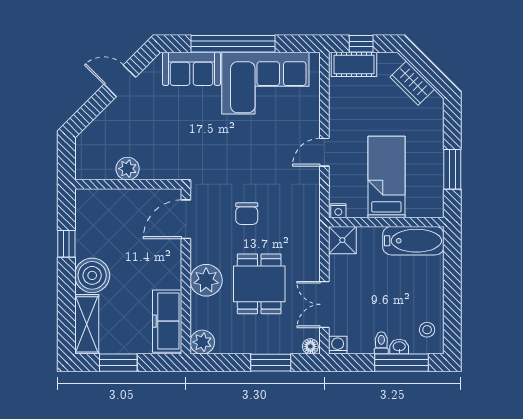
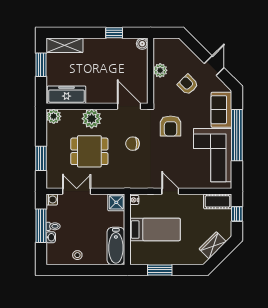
cot: (354, 64) -> (218, 201), moved, turned 90
armchair: (151, 124) -> (188, 85), added
armchair: (218, 152) -> (171, 126), added
boiler: (92, 275) -> (142, 44), moved, width x0.54, depth x0.54
stool: (427, 330) -> (77, 255), moved
floor lamp: (310, 346) -> (51, 183), removed
window: (401, 363) -> (41, 226), moved

